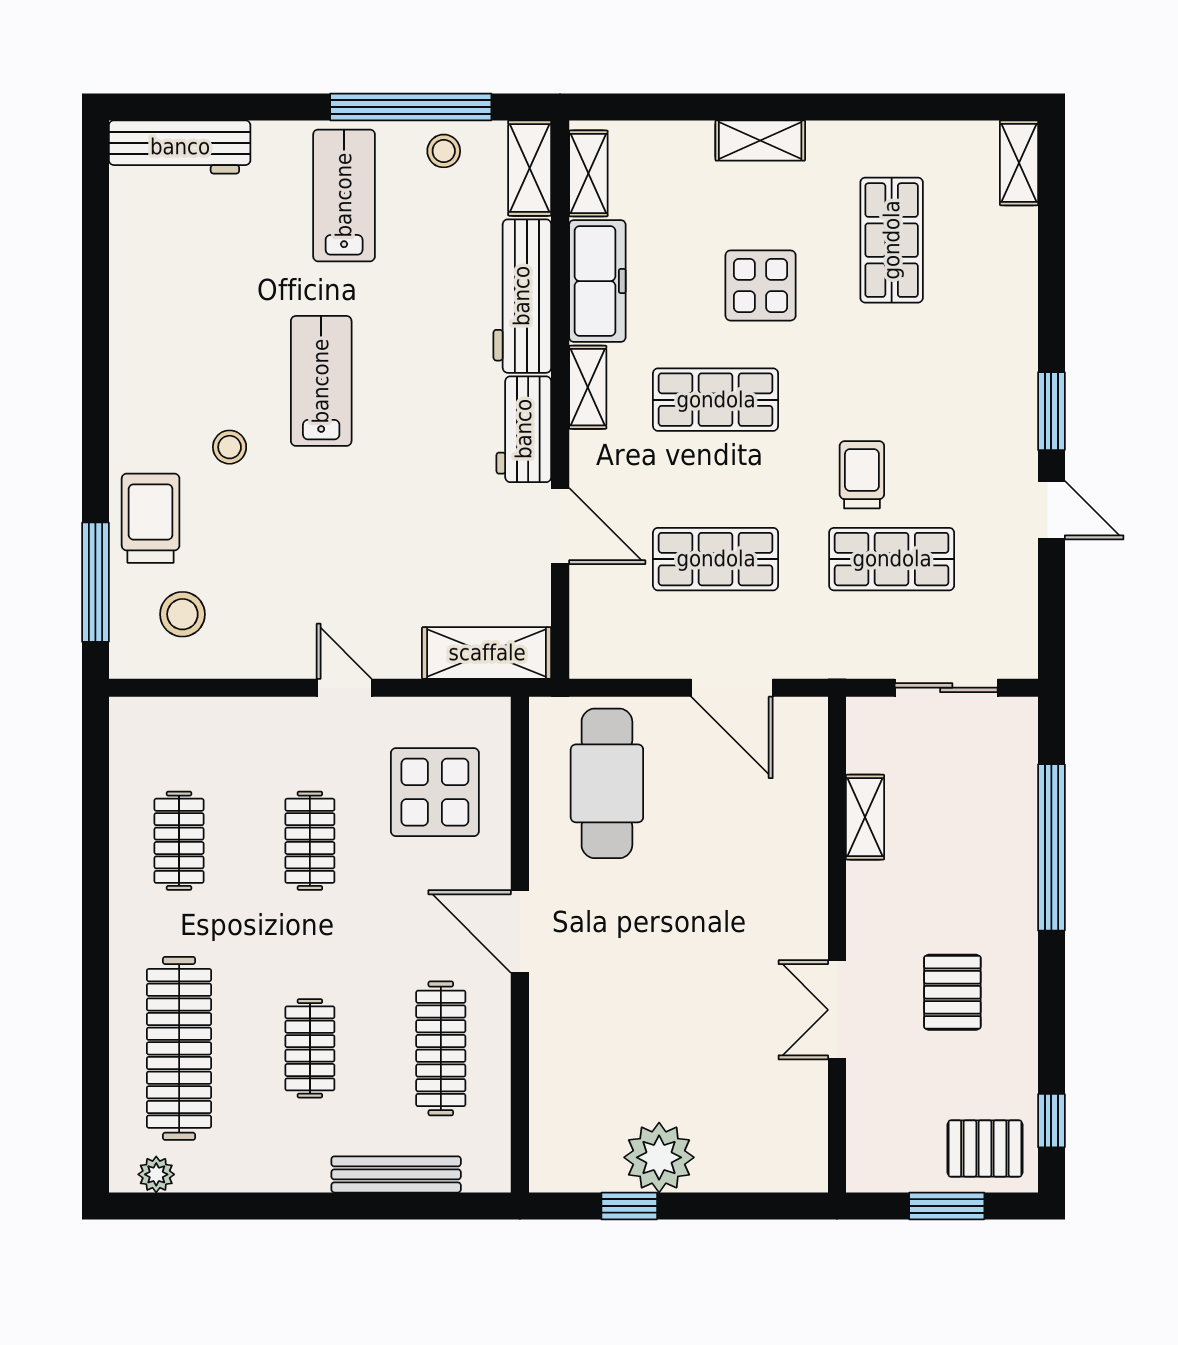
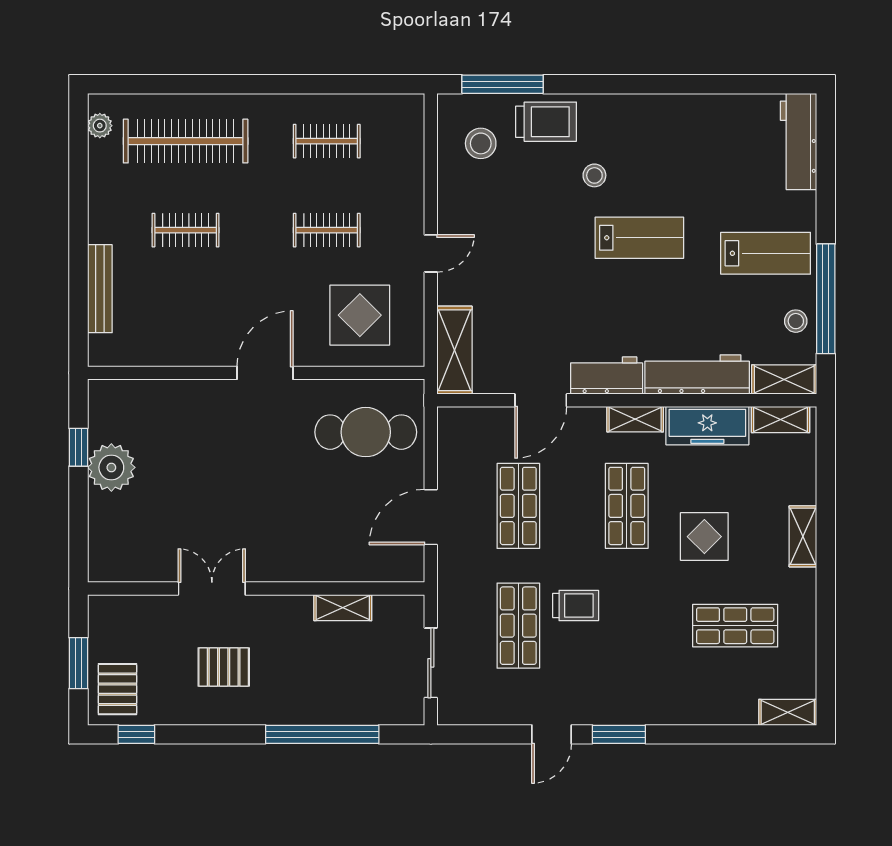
clothes rail: (441, 1048) -> (186, 319), removed

